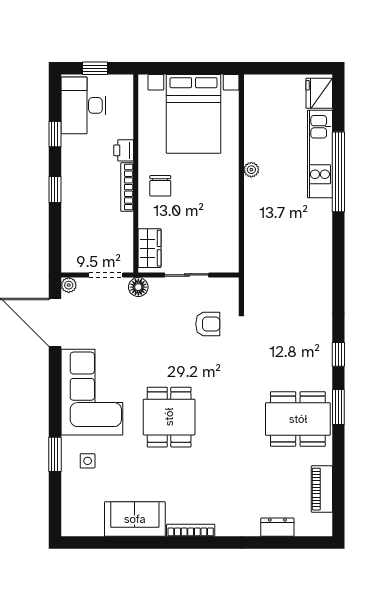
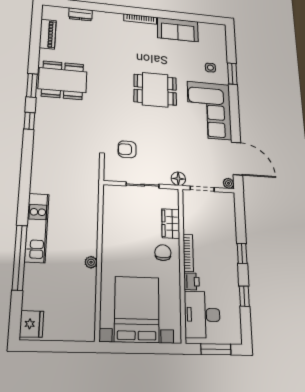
window: (95, 68) -> (216, 349), width x1.50
desk: (83, 105) -> (202, 315), moved, turned 180
kitchen unit: (320, 154) -> (37, 228), moved
wardrobe: (150, 248) -> (171, 224), moved
dining table: (169, 417) -> (155, 90), turned 90

